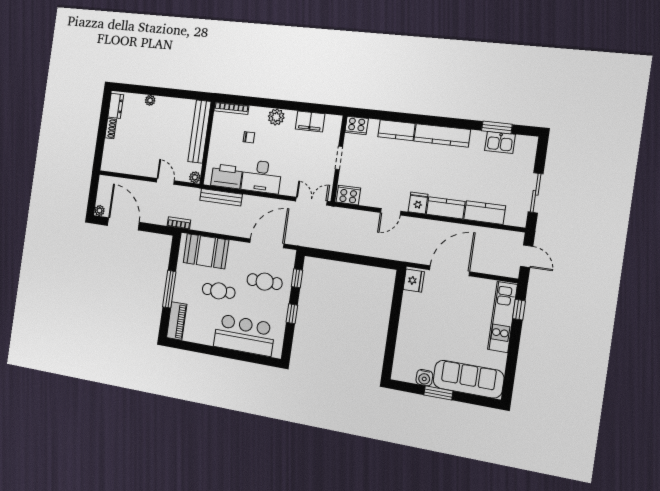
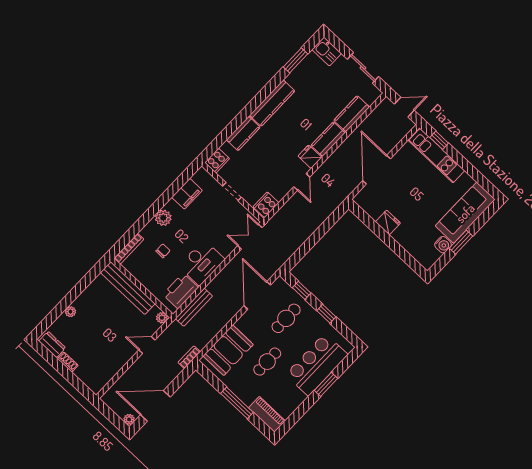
kitchen sink: (500, 142) -> (327, 52), moved, turned 90
fridge: (414, 281) -> (388, 222), moved
window: (233, 355) -> (326, 384), added

